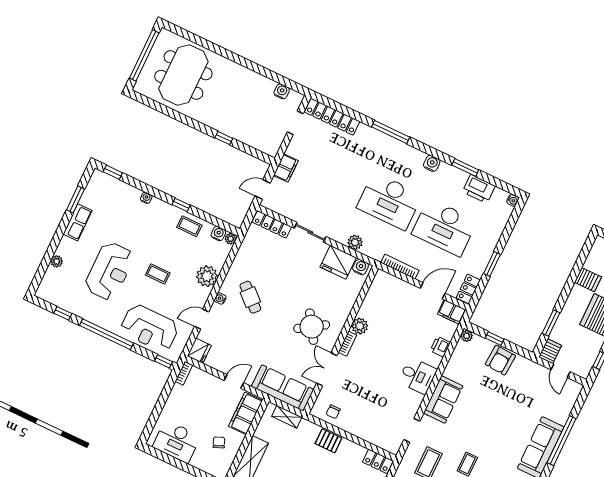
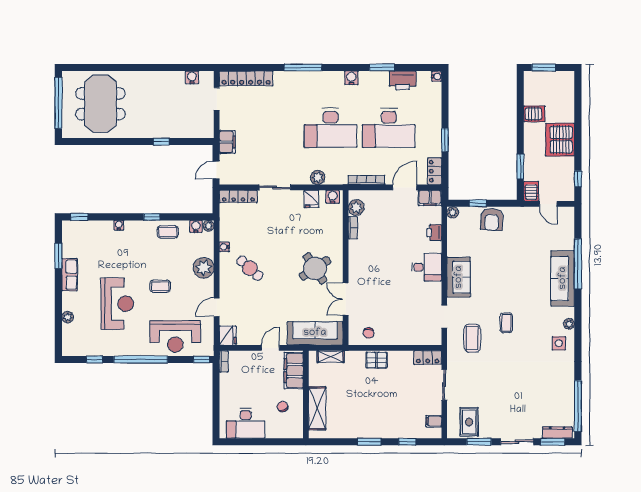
fridge: (338, 262) -> (311, 199), width x0.53, depth x0.75
water cooler: (220, 299) -> (224, 247), moved
plant: (360, 326) -> (356, 207), moved
bookcase: (347, 344) -> (353, 228), moved

